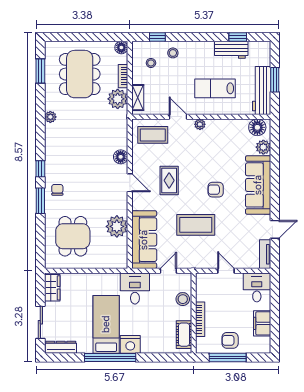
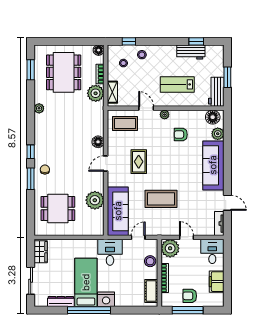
workbench: (262, 91) -> (216, 92), width x0.73
door: (130, 183) -> (106, 164), swing flipped
armchair: (216, 190) -> (181, 135), moved
door: (275, 229) -> (227, 203), hinge flipped
dining table: (73, 236) -> (58, 208), turned 90
plant: (207, 284) -> (170, 248), added
dresser: (61, 347) -> (61, 302), moved

